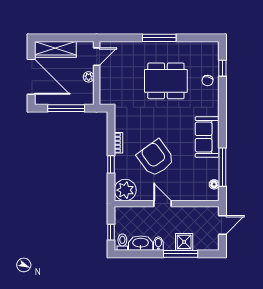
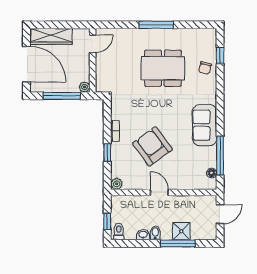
plant: (89, 77) -> (85, 87), moved
plant: (125, 190) -> (117, 184), width x0.53, depth x0.53
washbasin: (141, 243) -> (143, 235), width x0.52, depth x0.69

